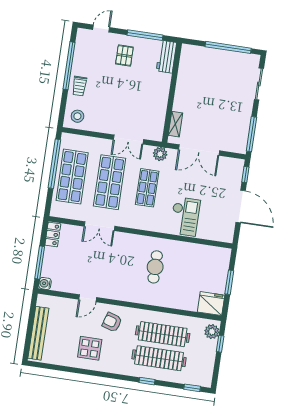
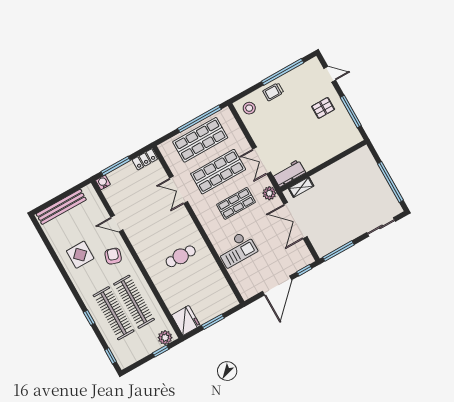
workbench: (166, 57) -> (289, 173), moved

